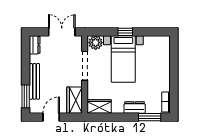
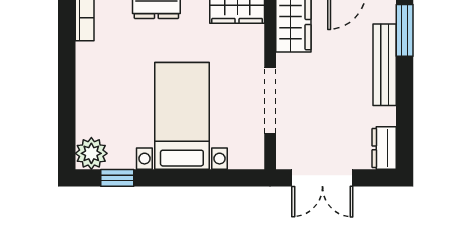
window: (125, 32) -> (117, 178), moved
plant: (96, 43) -> (91, 153), moved

